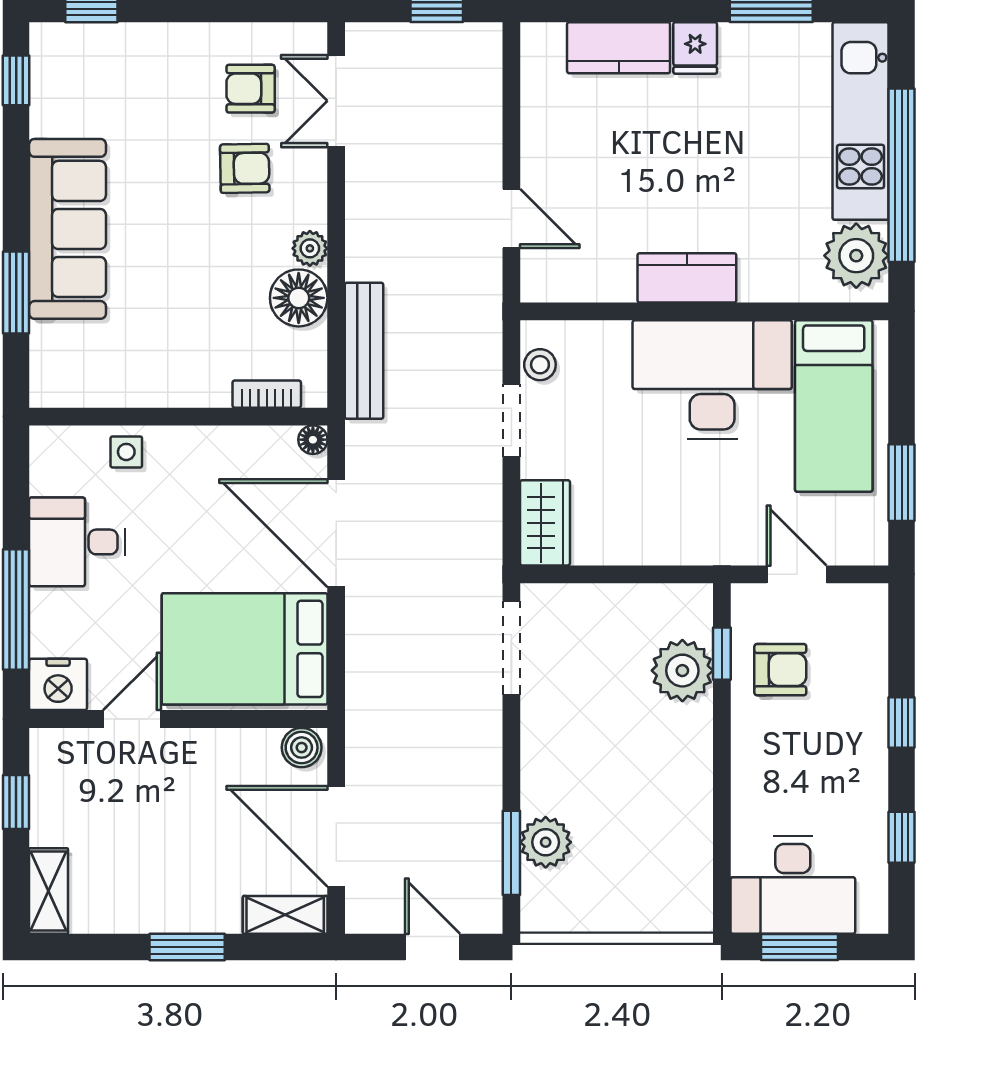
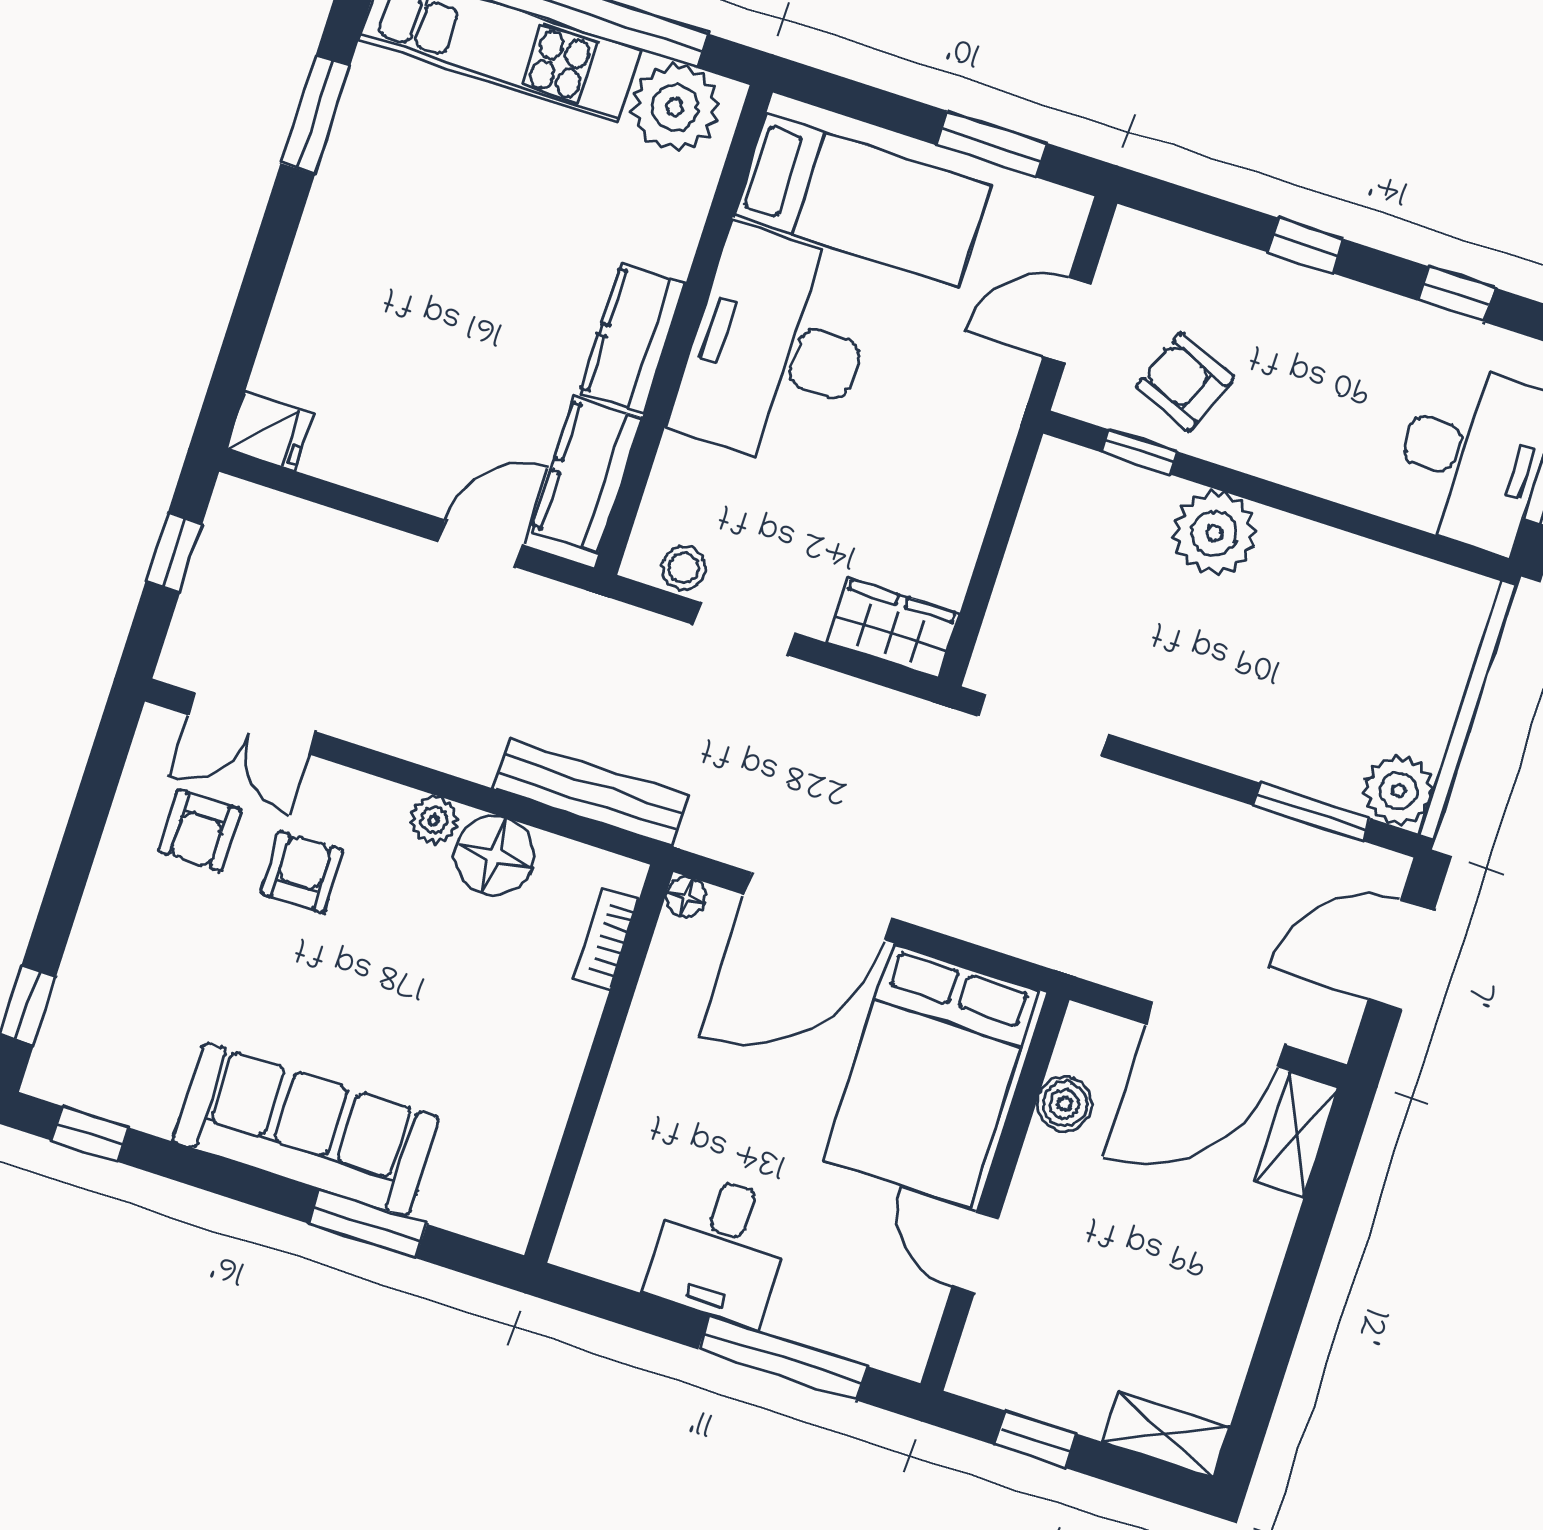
kitchen counter: (619, 48) -> (587, 475), moved, turned 180
fridge: (695, 48) -> (270, 431), moved
side table: (126, 452) -> (623, 1147), removed
armchair: (780, 670) -> (1185, 382), turned -68
plant: (682, 671) -> (1214, 533), moved
nightstand: (58, 684) -> (899, 1335), removed
boiler: (302, 748) -> (1065, 1104), moved
plant: (546, 842) -> (1399, 791), moved
window: (187, 947) -> (1297, 1276), removed
door: (433, 947) -> (1401, 955), width x1.38

